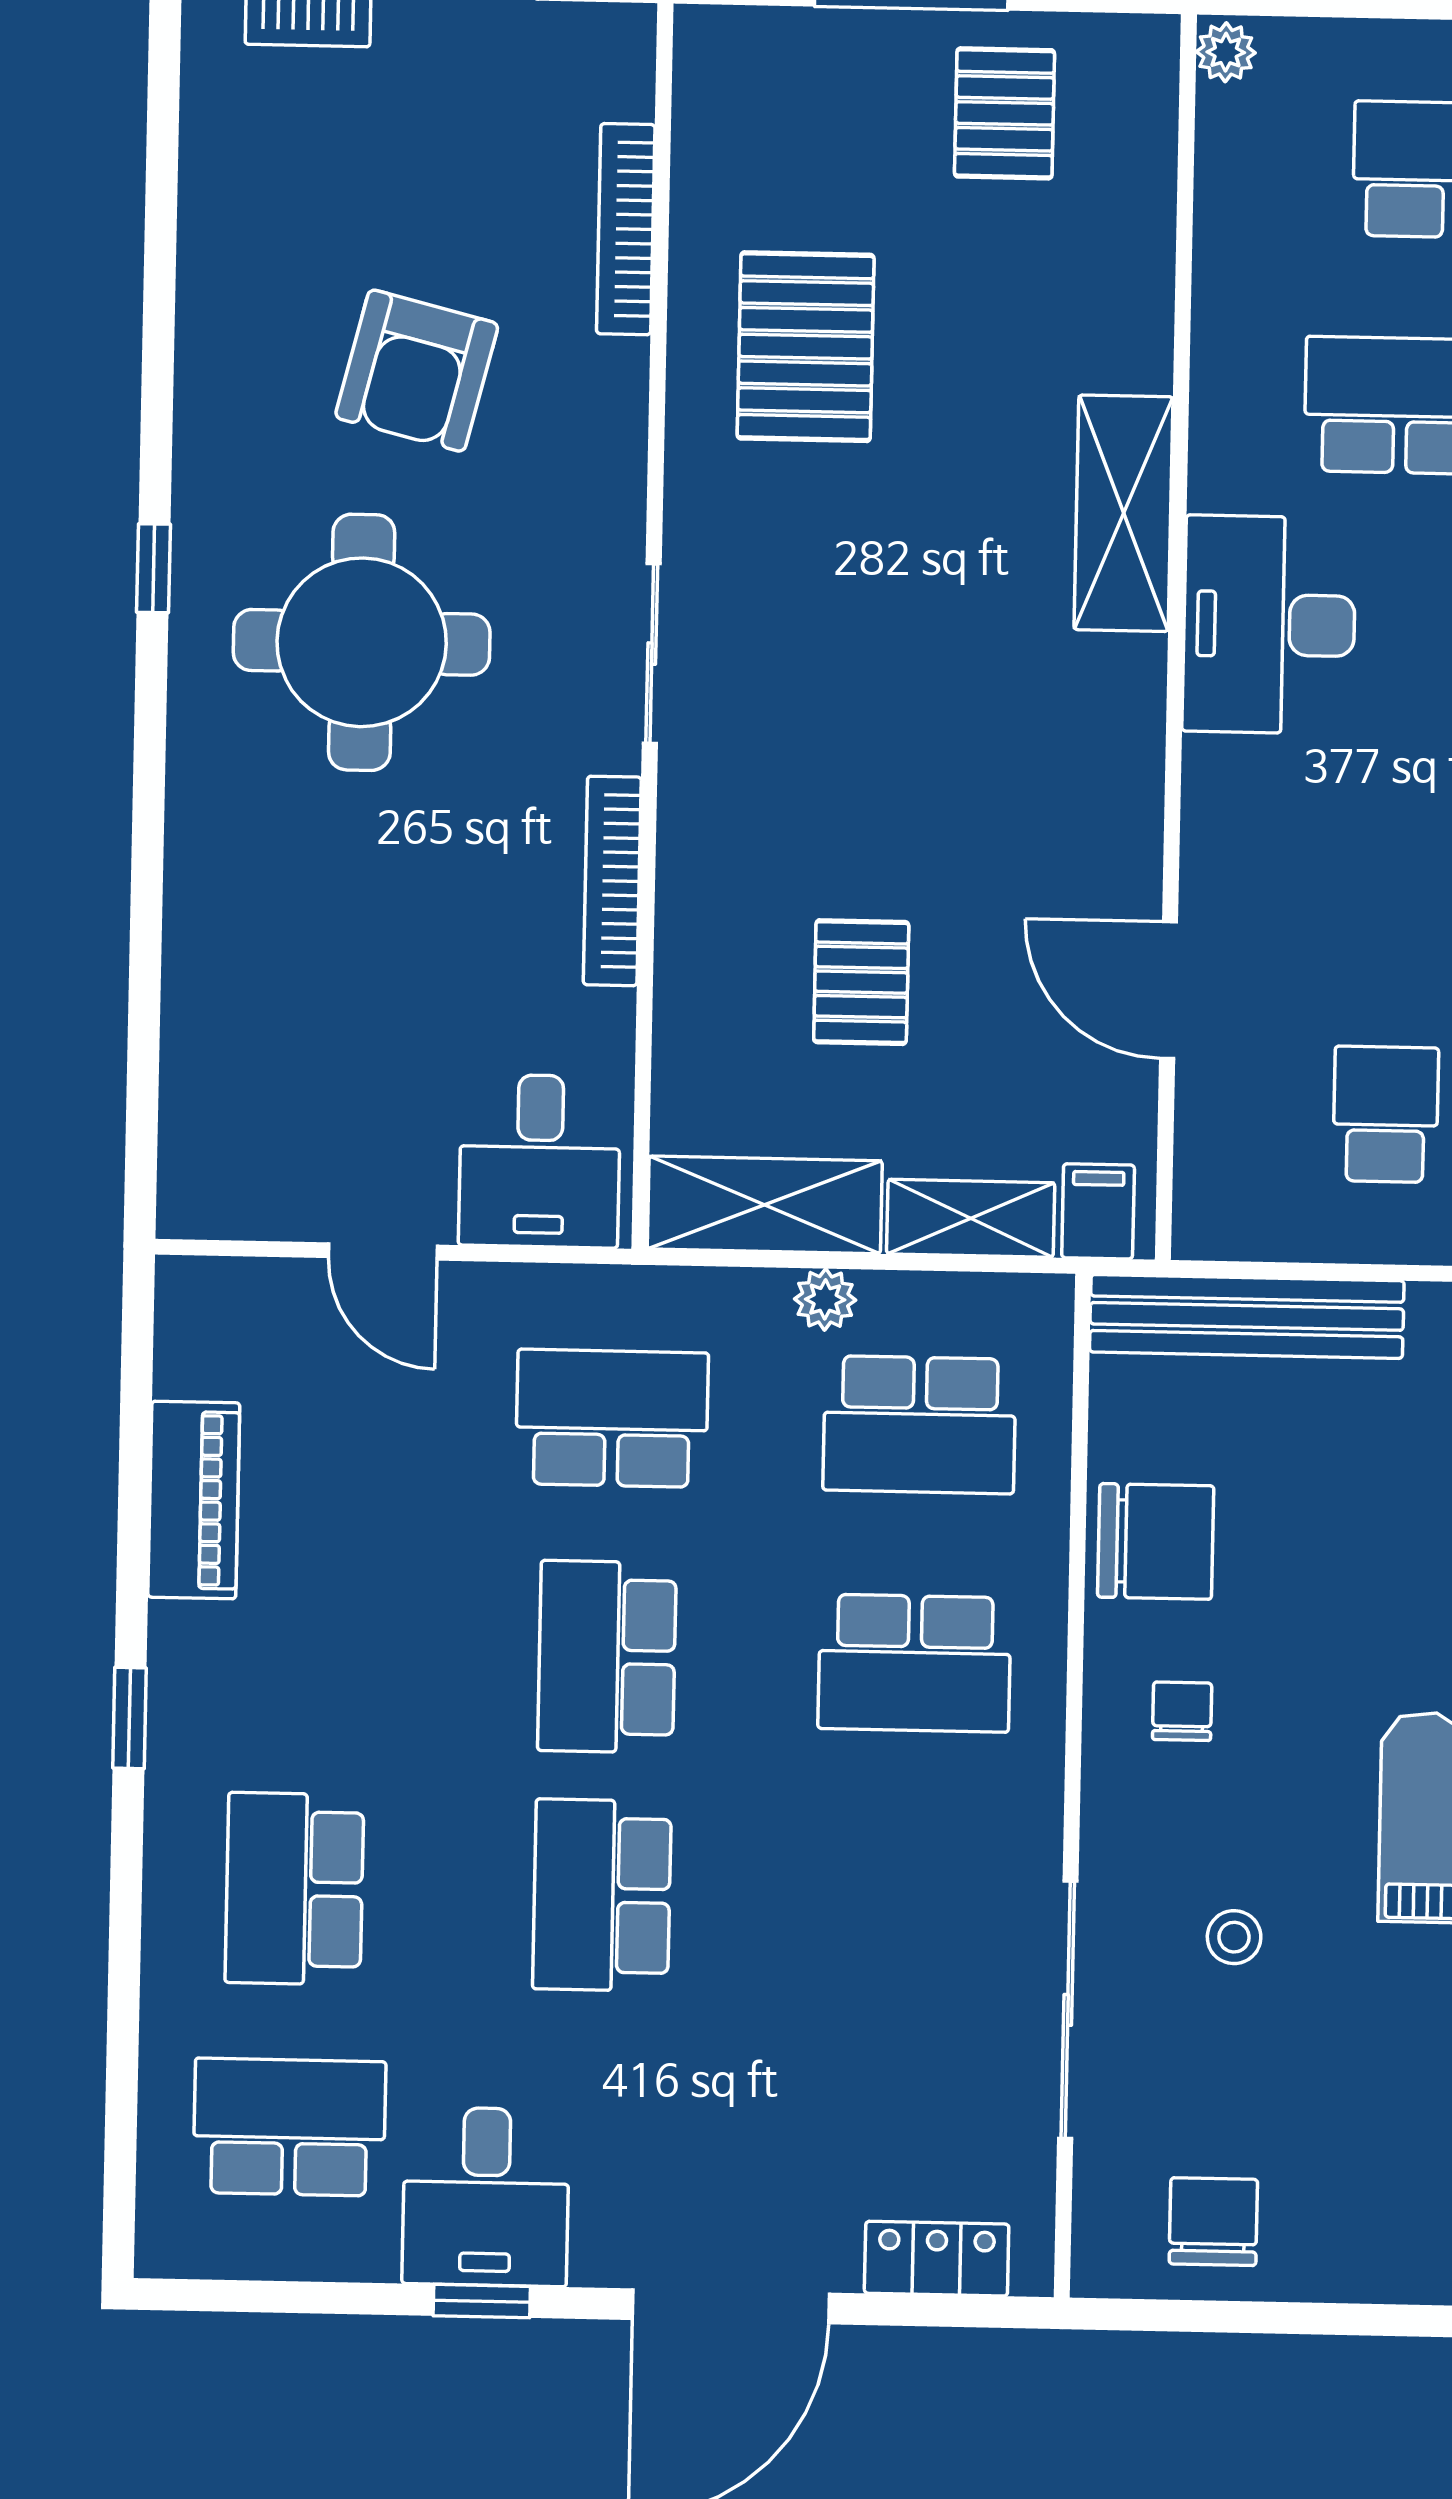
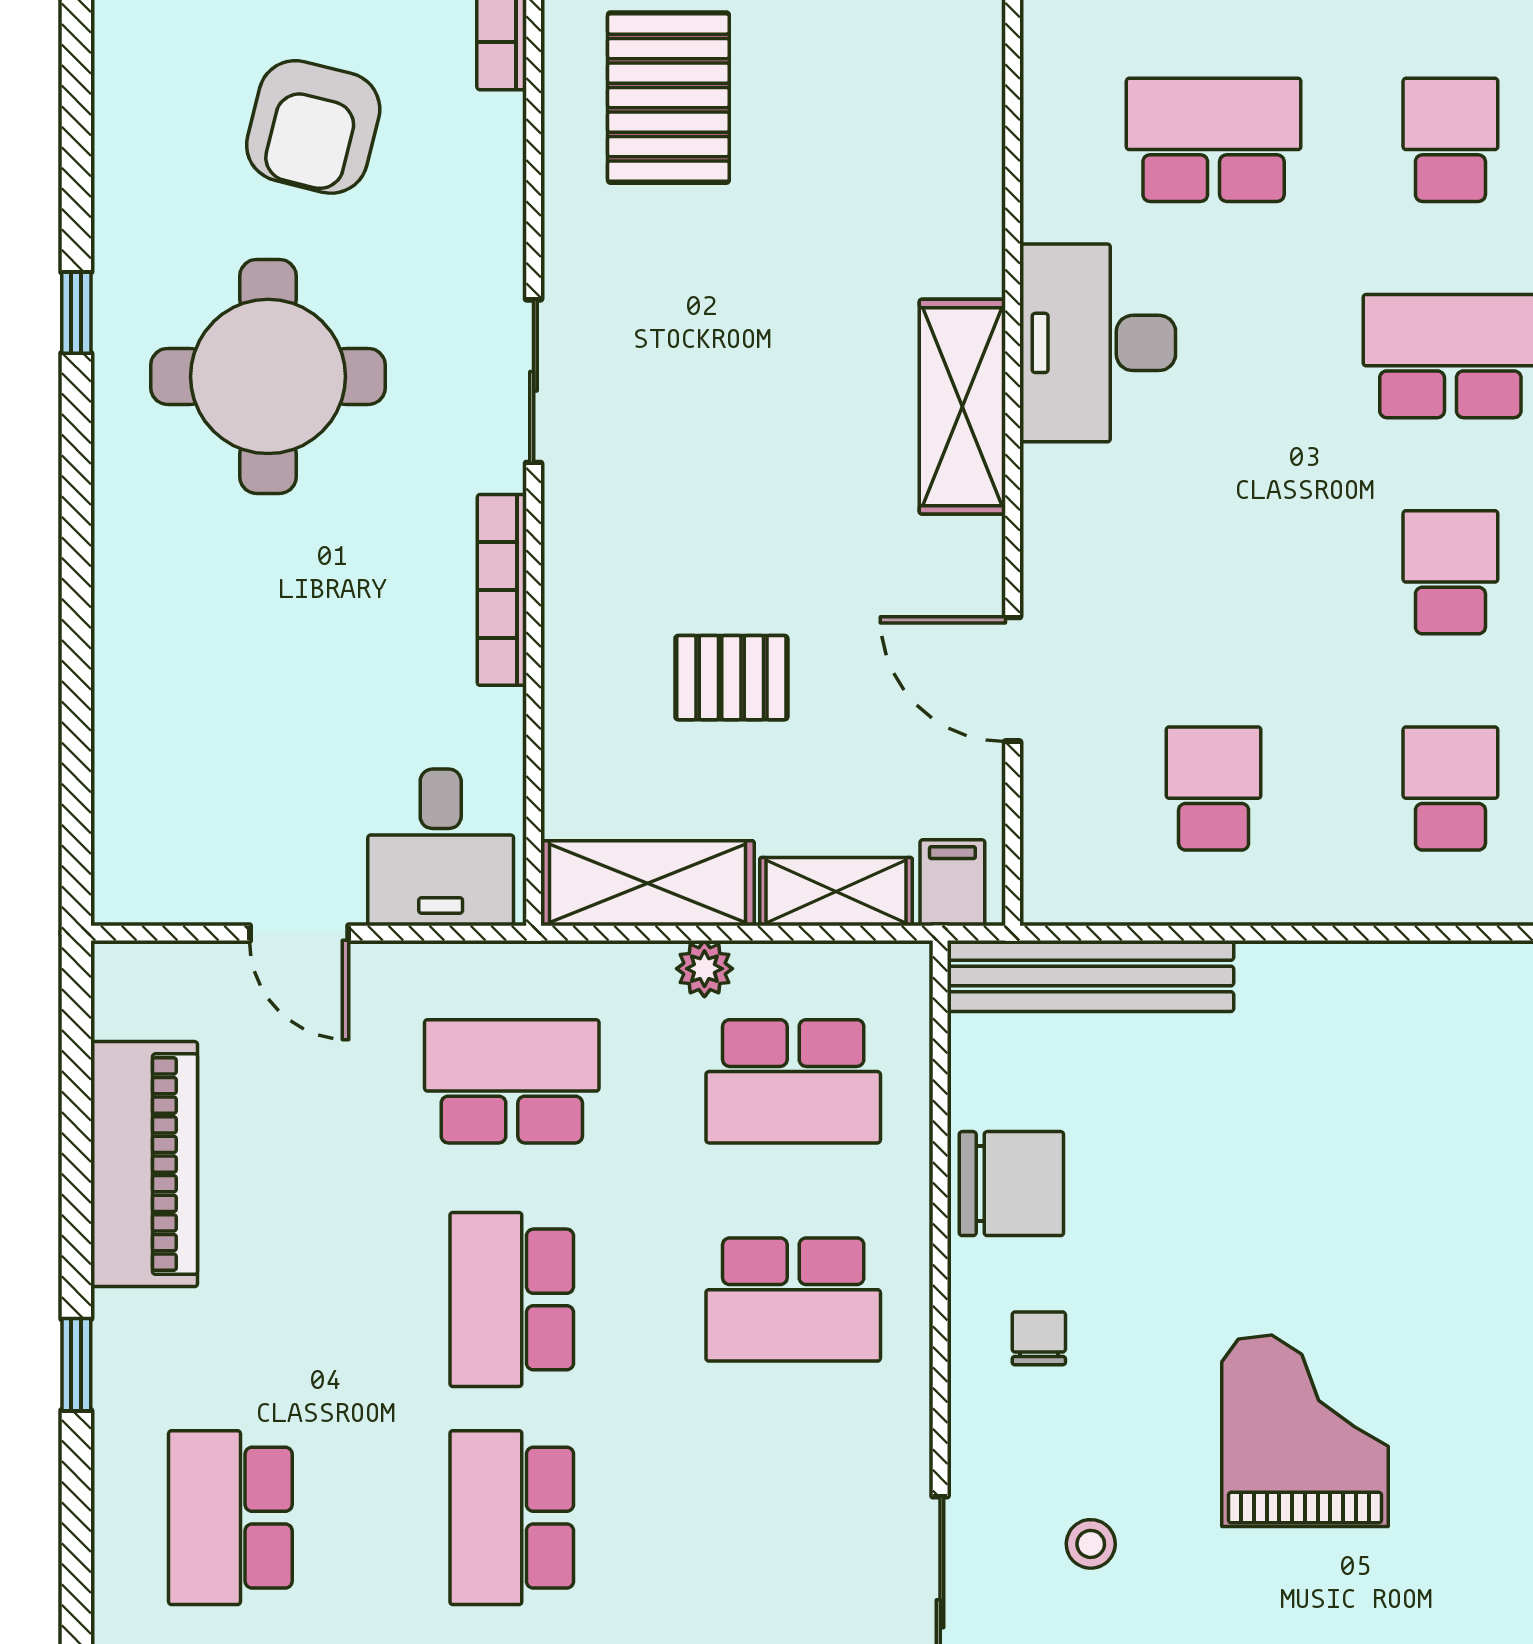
shelving: (1124, 513) -> (962, 407), moved
pallet: (861, 982) -> (731, 678), turned 90
piano: (194, 1500) -> (144, 1164), width x1.37, depth x1.33

